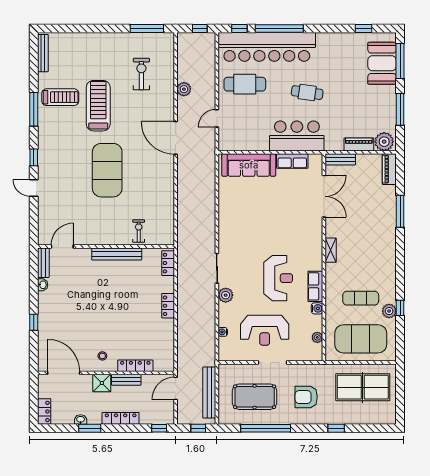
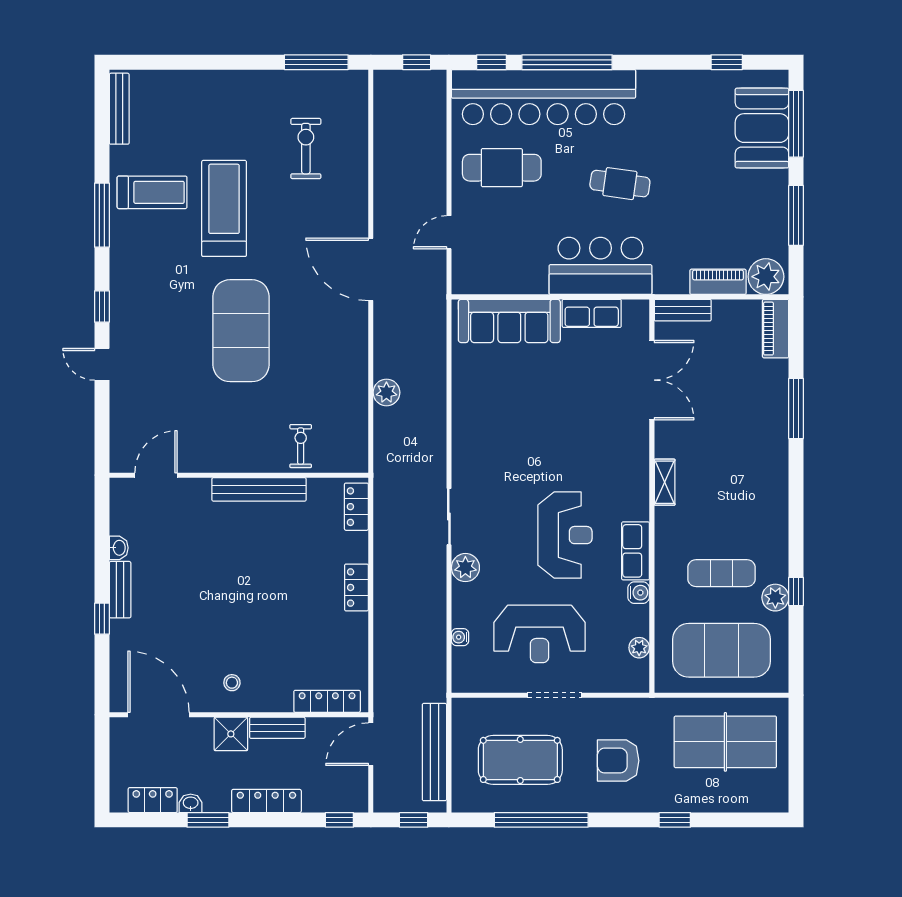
plant: (184, 89) -> (386, 392), moved
bench: (43, 263) -> (120, 590), moved
locker: (135, 366) -> (327, 701), moved
locker: (44, 411) -> (153, 800), moved, turned -90

